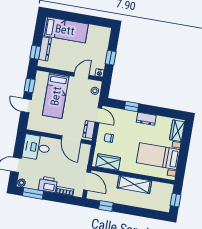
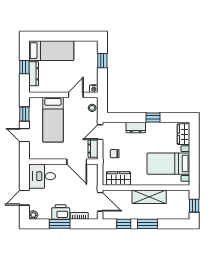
window: (35, 52) -> (24, 67), moved
window: (111, 58) -> (102, 61), moved
window: (132, 107) -> (153, 117), moved
door: (99, 115) -> (100, 132), swing flipped
dresser: (146, 119) -> (136, 127), moved
window: (33, 193) -> (60, 224), moved
window: (128, 210) -> (148, 224), added

